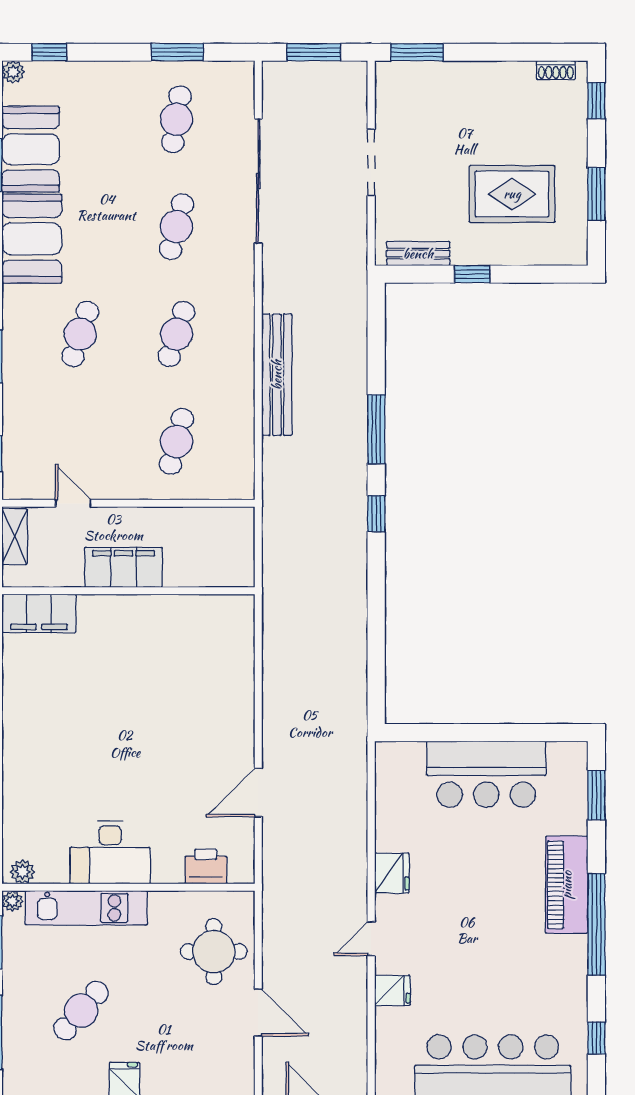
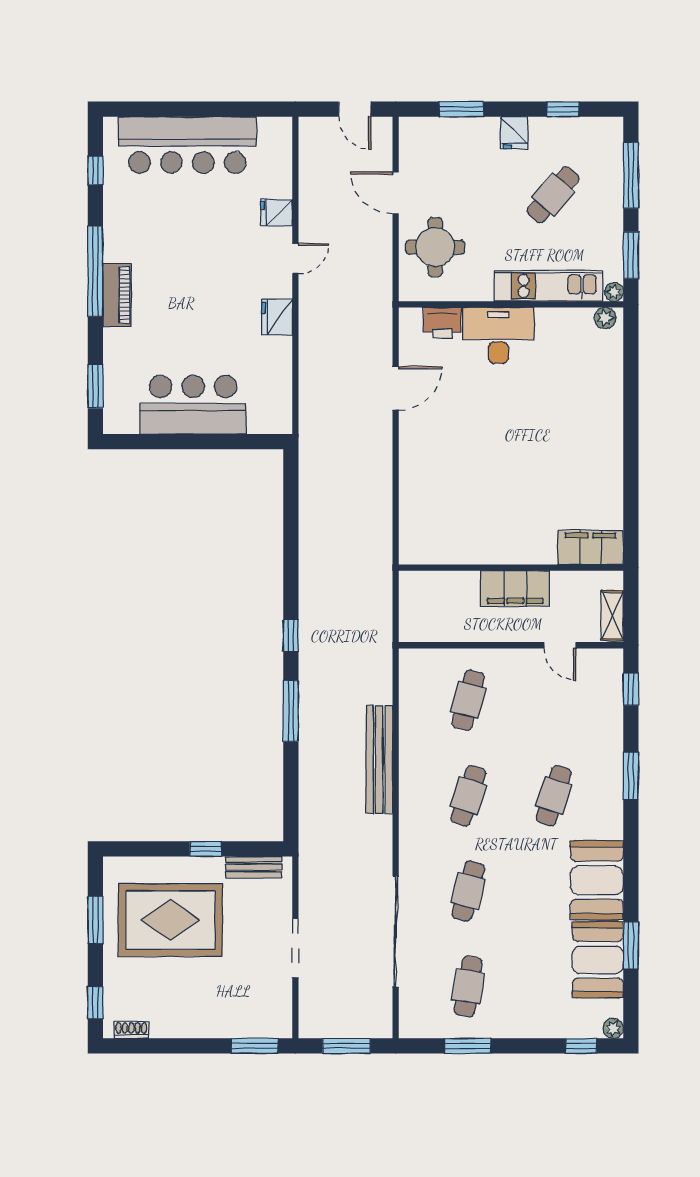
rug: (512, 194) -> (170, 920), width x1.37, depth x1.44
desk: (110, 852) -> (498, 335), moved
piano: (567, 885) -> (117, 295), width x0.73, depth x0.75

